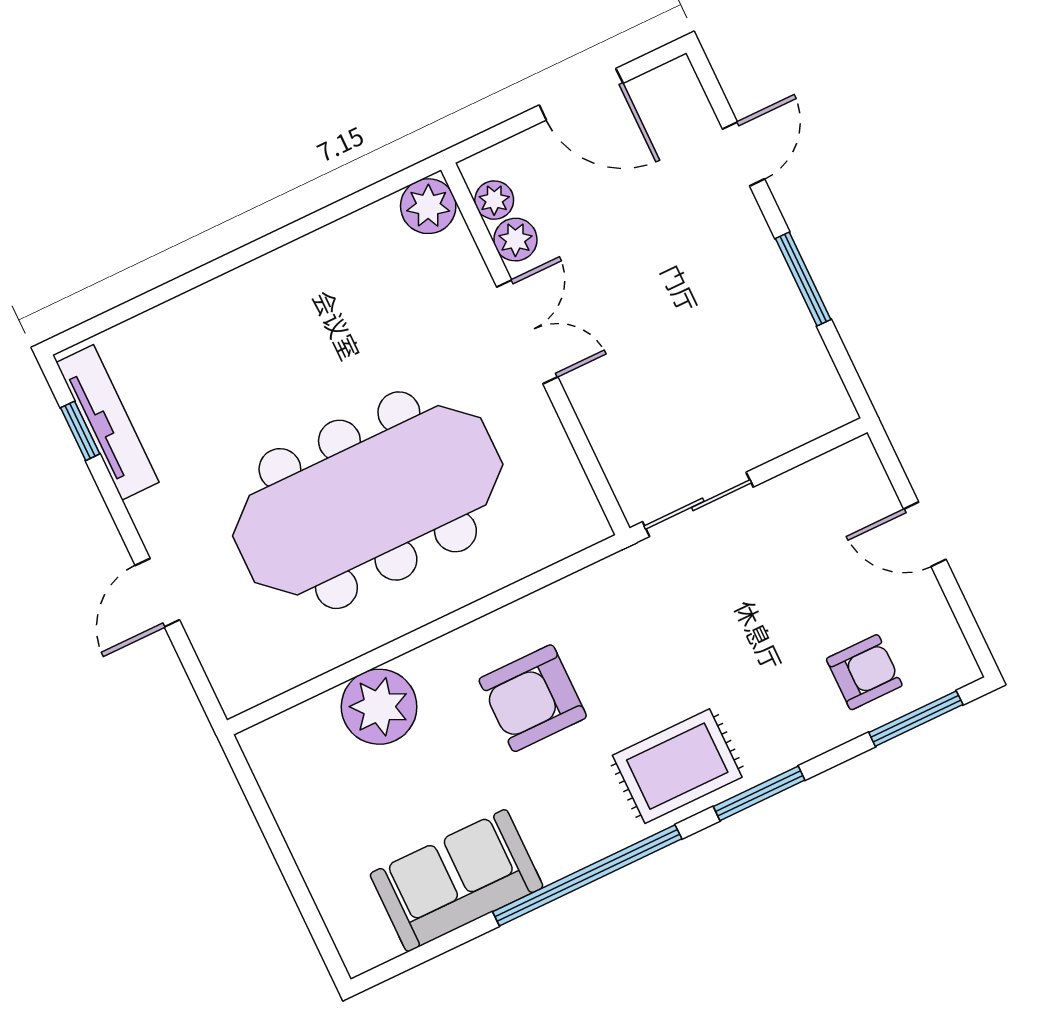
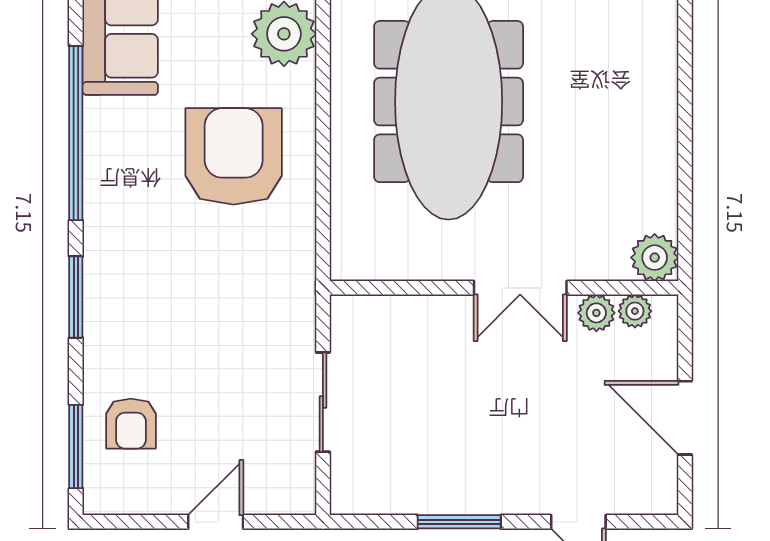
door: (581, 94) -> (685, 418), hinge flipped
sliding door: (698, 504) -> (323, 402), moved
armchair: (533, 698) -> (234, 156), width x1.36, depth x1.36
rug: (677, 766) -> (127, 243), removed

